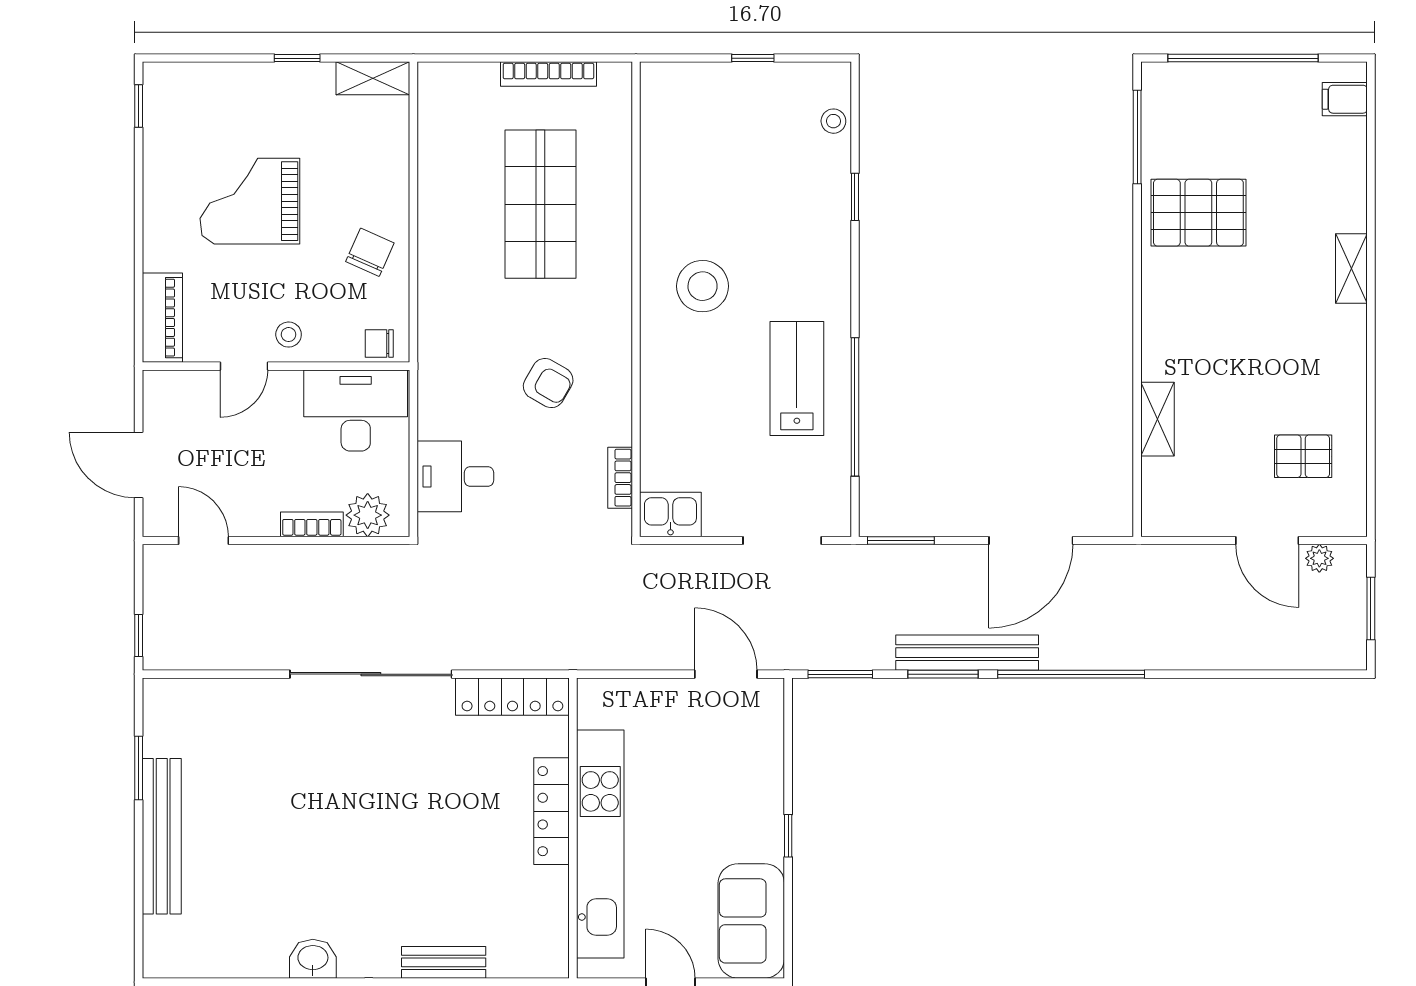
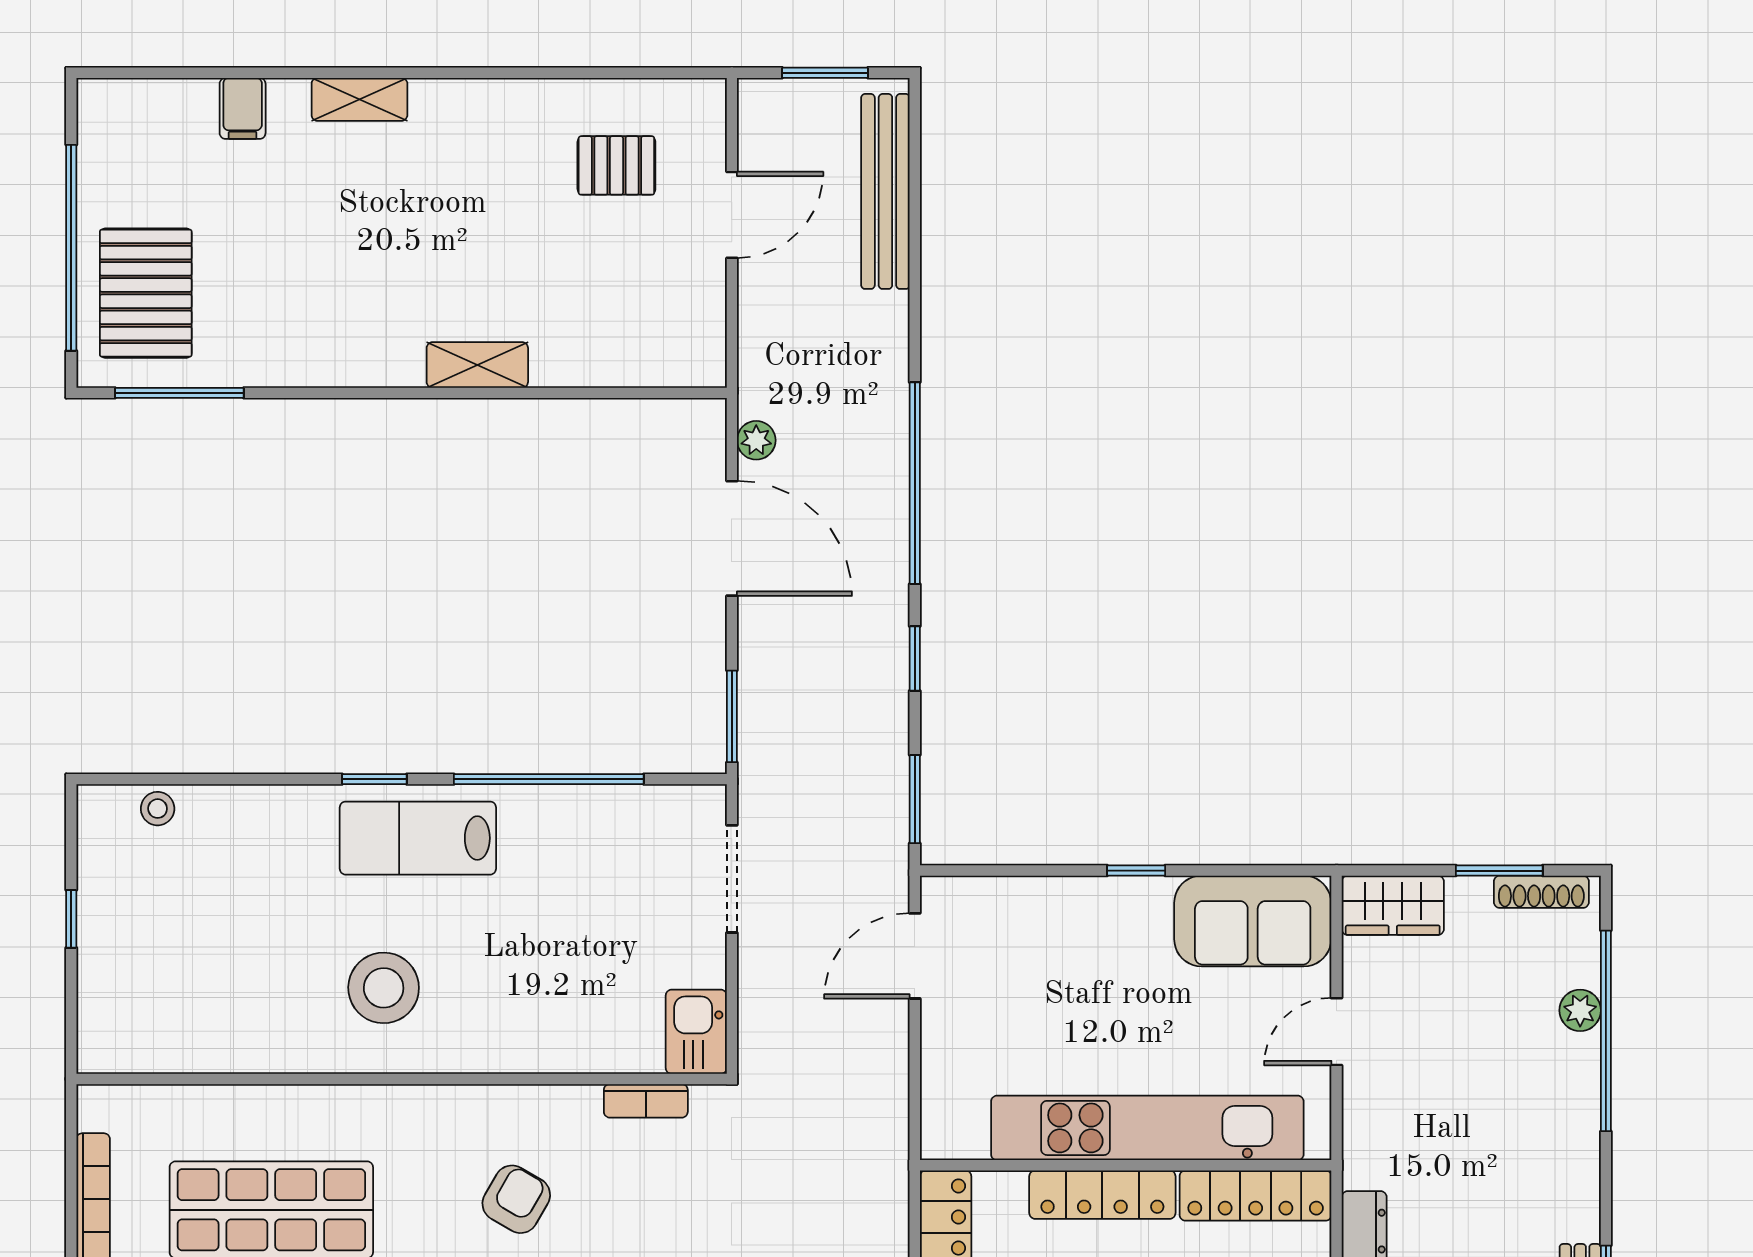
filing cabinet: (1345, 99) -> (243, 108), moved
window: (855, 197) -> (374, 779), moved
pallet: (1198, 213) -> (146, 293), moved
lab bench: (797, 379) -> (418, 838), moved
shelving: (1157, 419) -> (477, 365), moved
pallet: (1303, 456) -> (616, 165), turned 90
plant: (1319, 558) -> (756, 440), moved
bench: (967, 653) -> (885, 191), moved
window: (943, 674) -> (915, 659), width x0.67
locker: (551, 923) -> (1256, 1196), added

